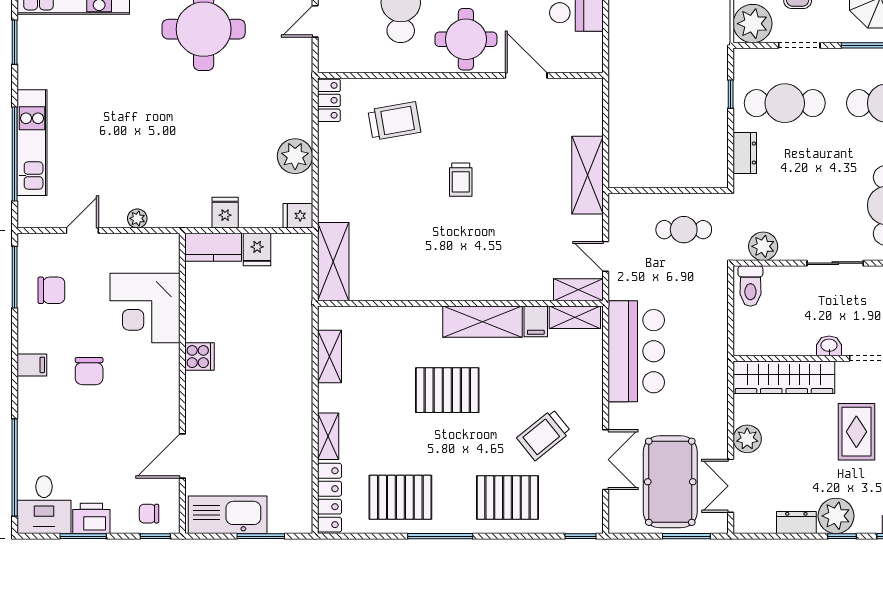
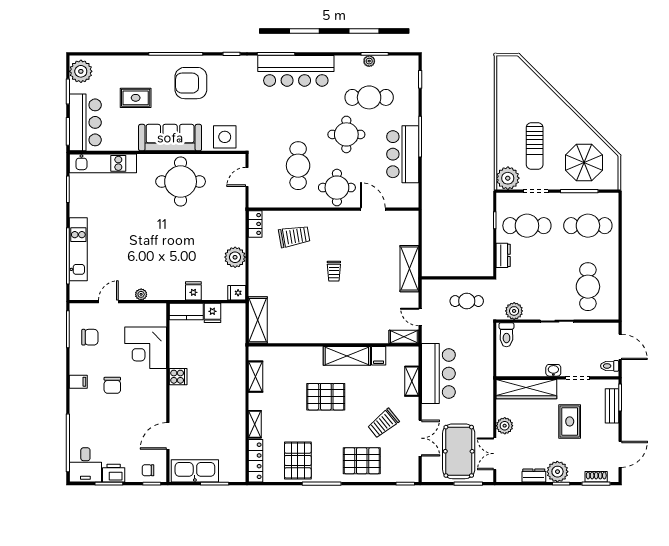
shelving: (575, 317) -> (412, 381), moved, turned 90
pallet: (400, 497) -> (298, 461), turned 90

